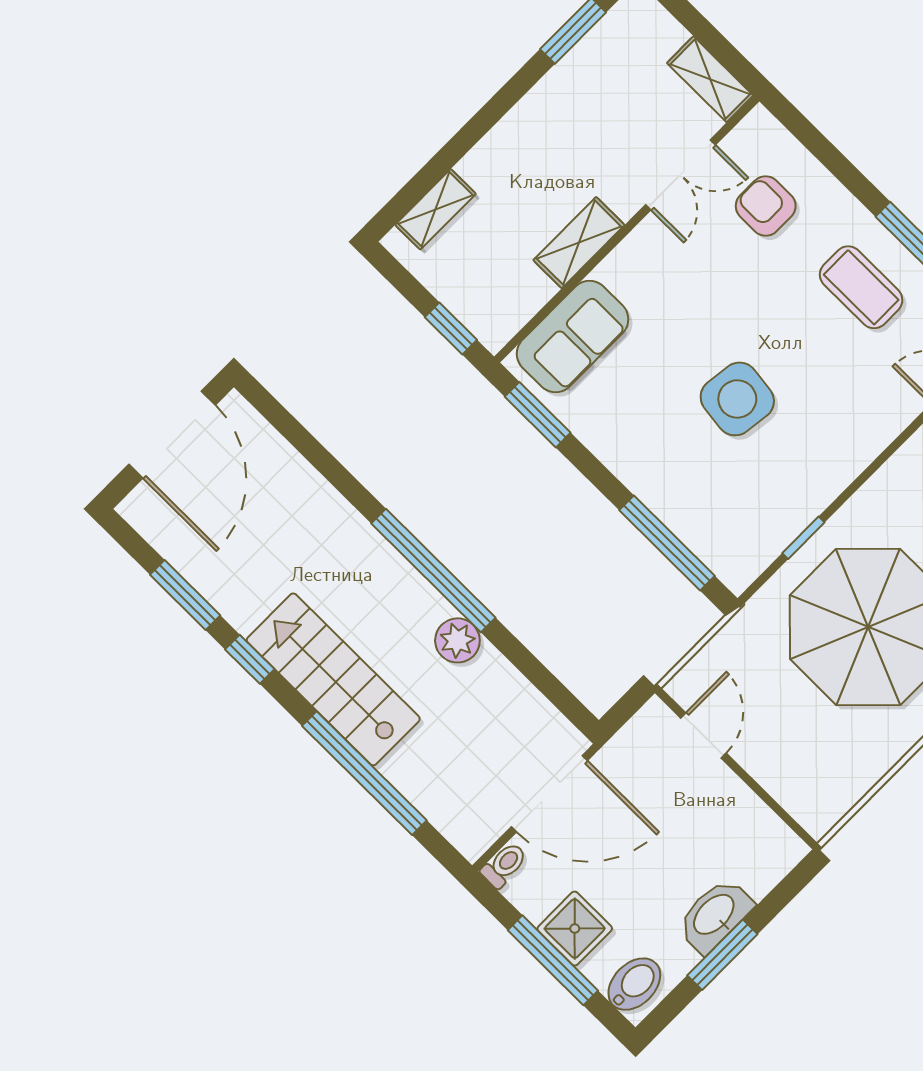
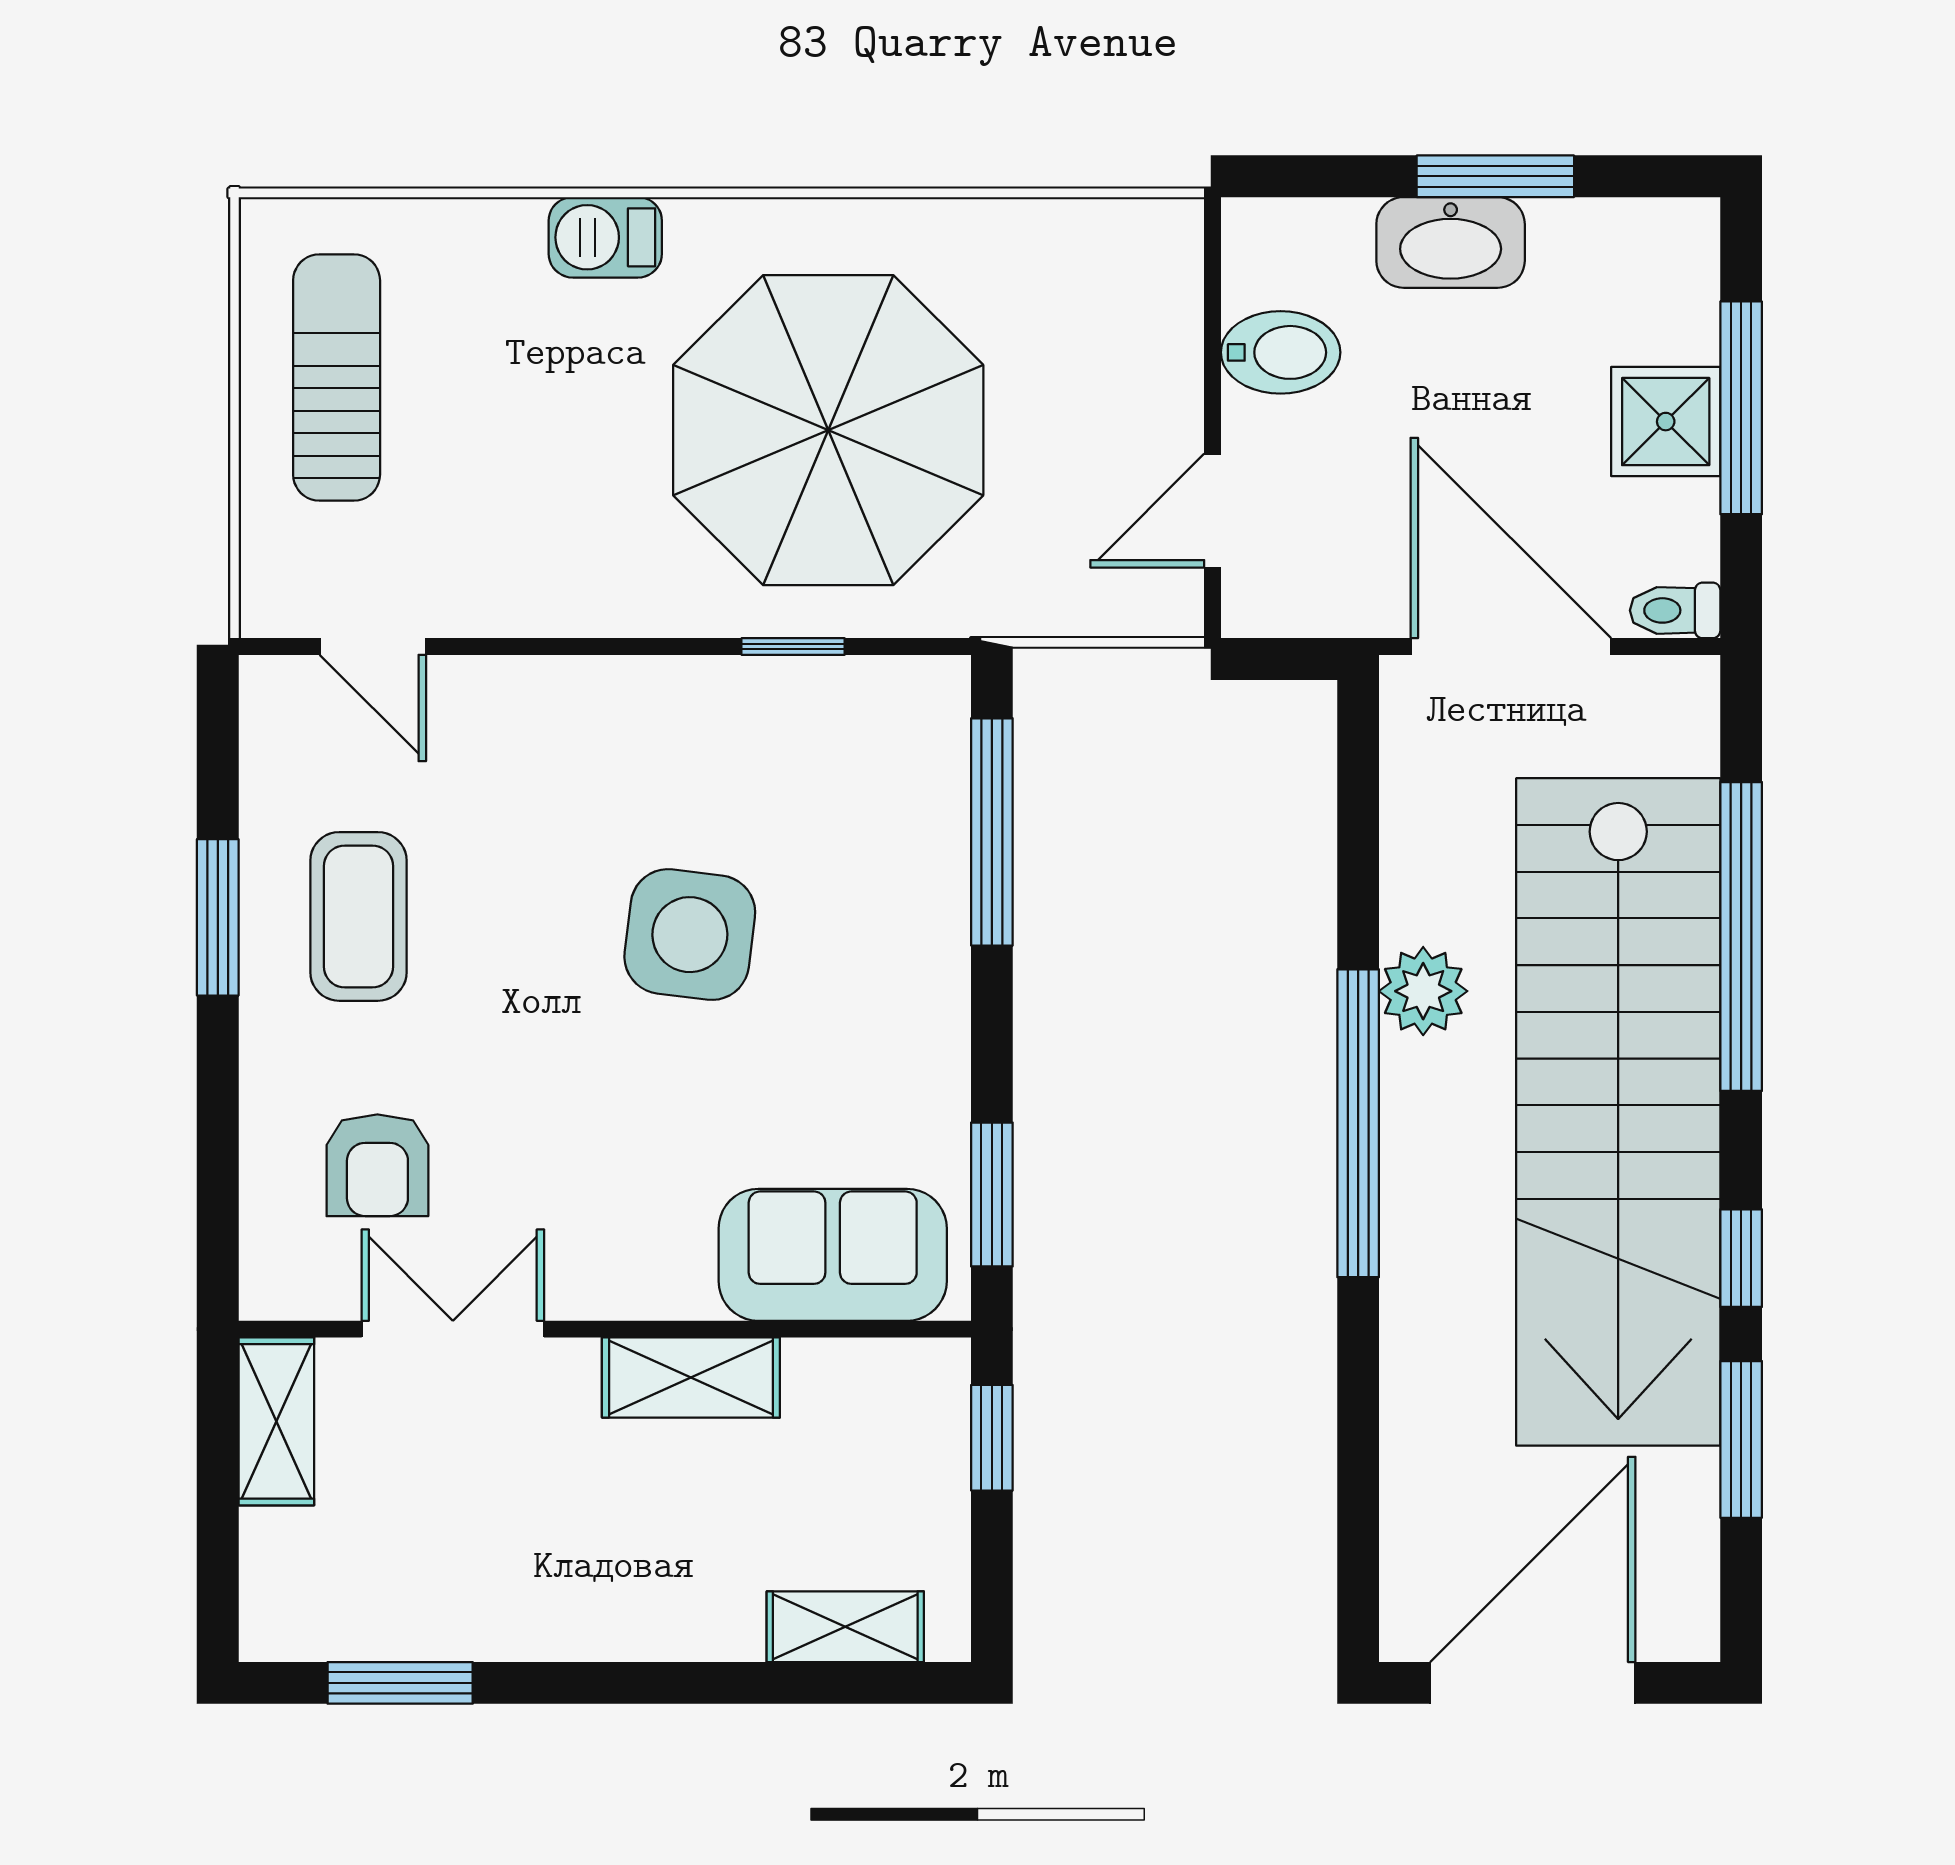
stairs: (333, 679) -> (1618, 1112), width x1.86, depth x1.51
bidet: (634, 984) -> (1281, 352), moved, turned 180

